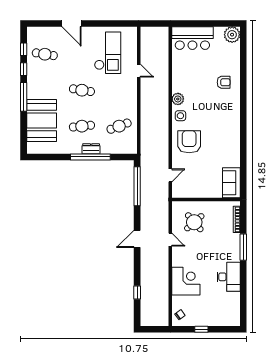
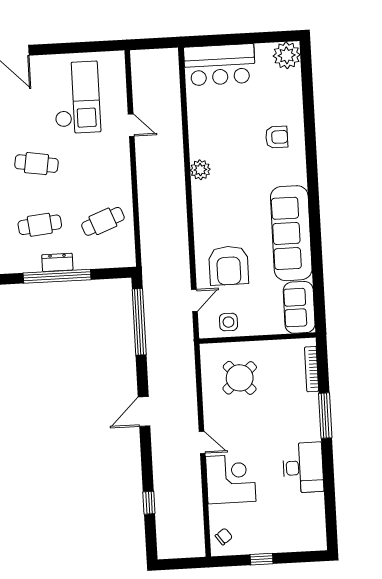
side table: (180, 116) -> (228, 322), moved
sofa: (229, 139) -> (291, 233), added
armchair: (189, 142) -> (229, 266), moved, turned 180
door: (170, 240) -> (202, 442), moved

